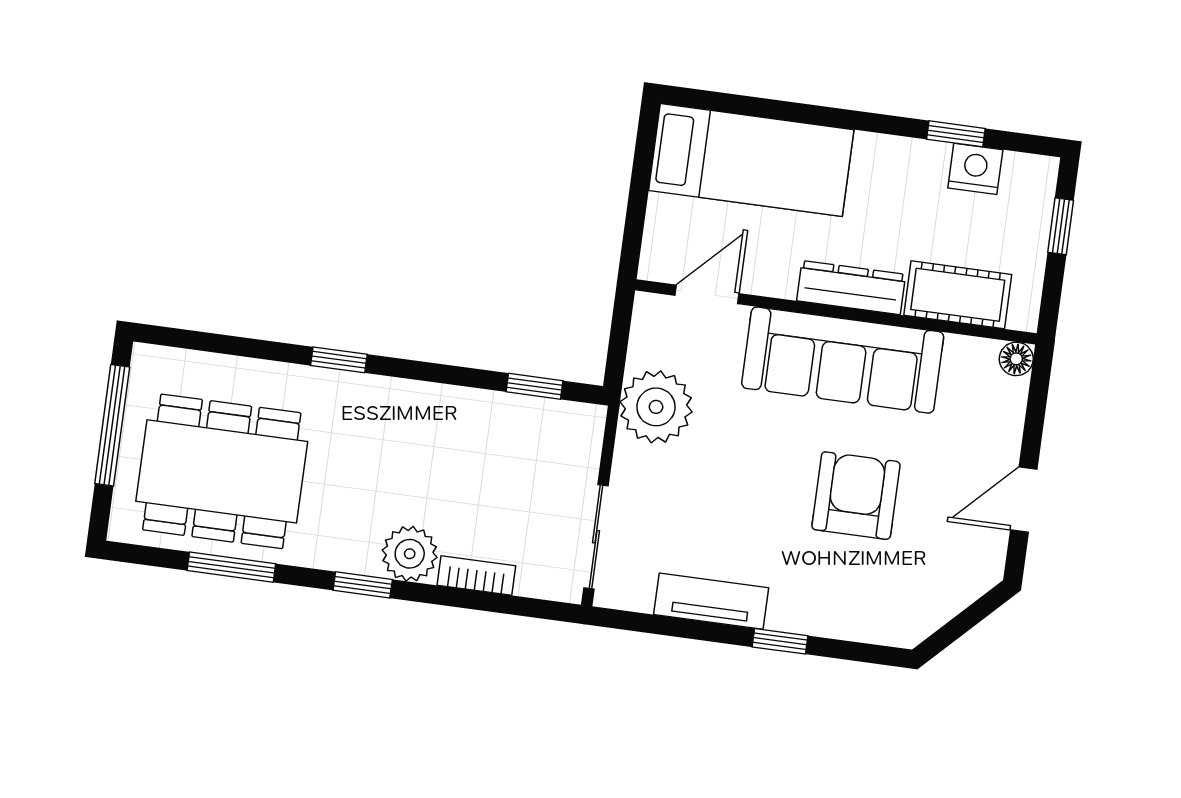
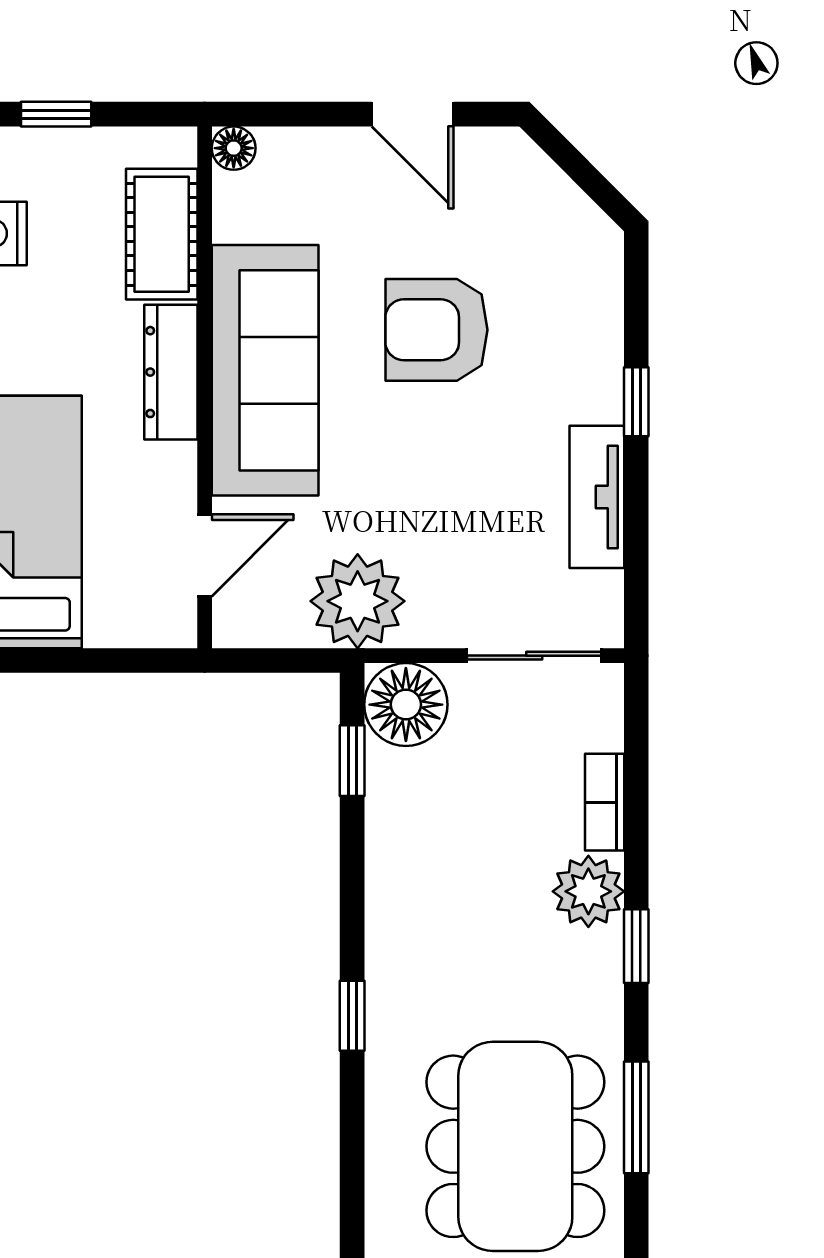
door: (707, 294) -> (205, 555), swing flipped
floor lamp: (572, 433) -> (406, 705), added

